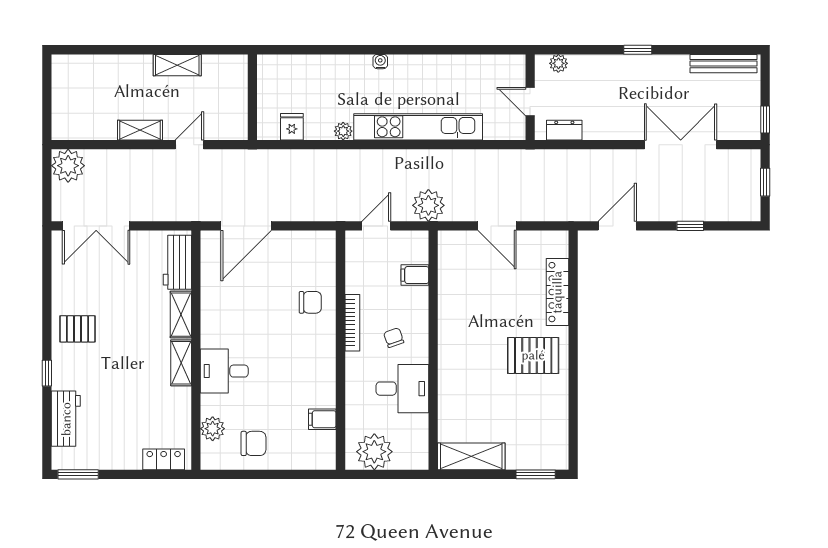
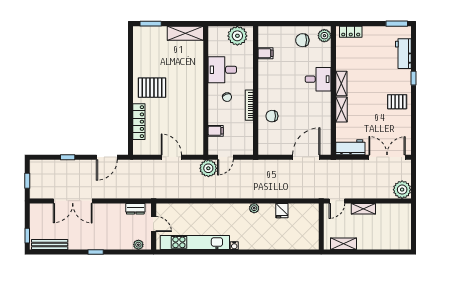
wall: (252, 97) -> (321, 226), moved
window: (765, 119) -> (27, 236), moved
kitchen unit: (418, 127) -> (195, 242), moved, turned 180
door: (376, 226) -> (225, 157), moved
workbench: (177, 262) -> (350, 147), moved, turned -90
plant: (213, 429) -> (324, 36), moved

